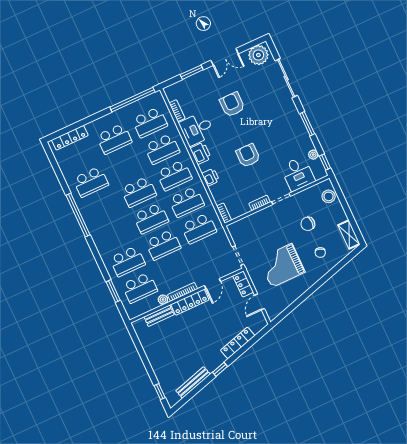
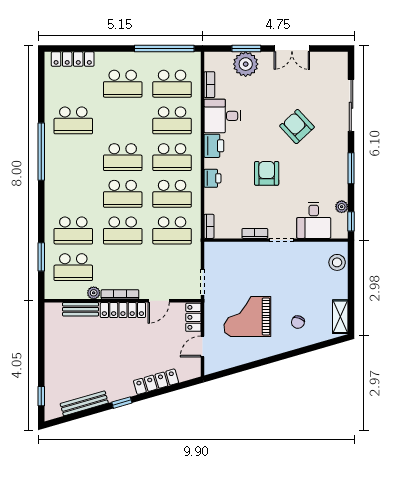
plant: (258, 55) -> (246, 64), moved
armchair: (232, 104) -> (297, 127), moved, turned -43
chair: (308, 224) -> (299, 283), removed

